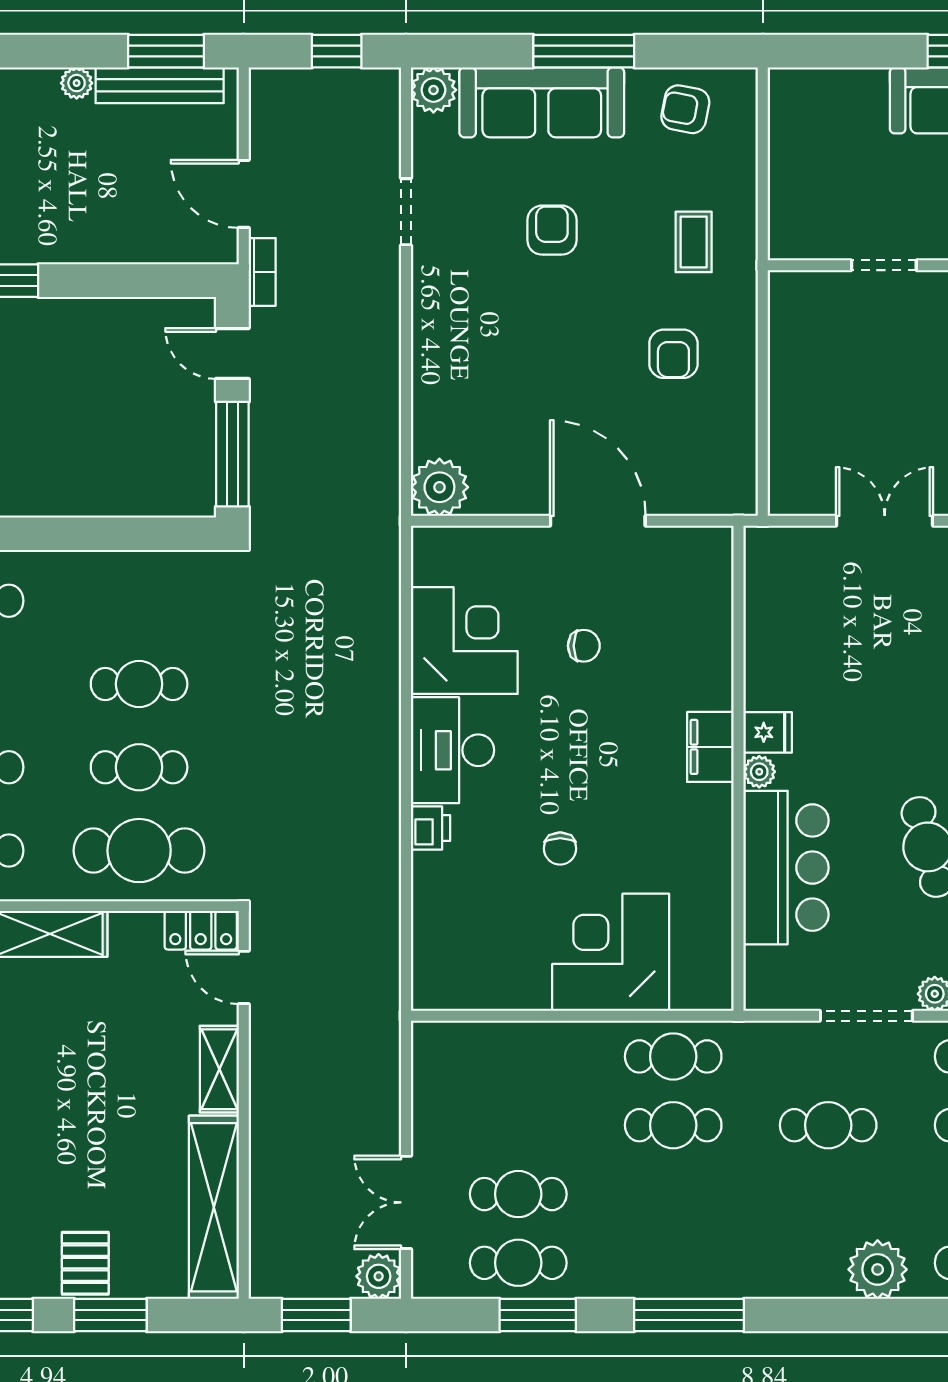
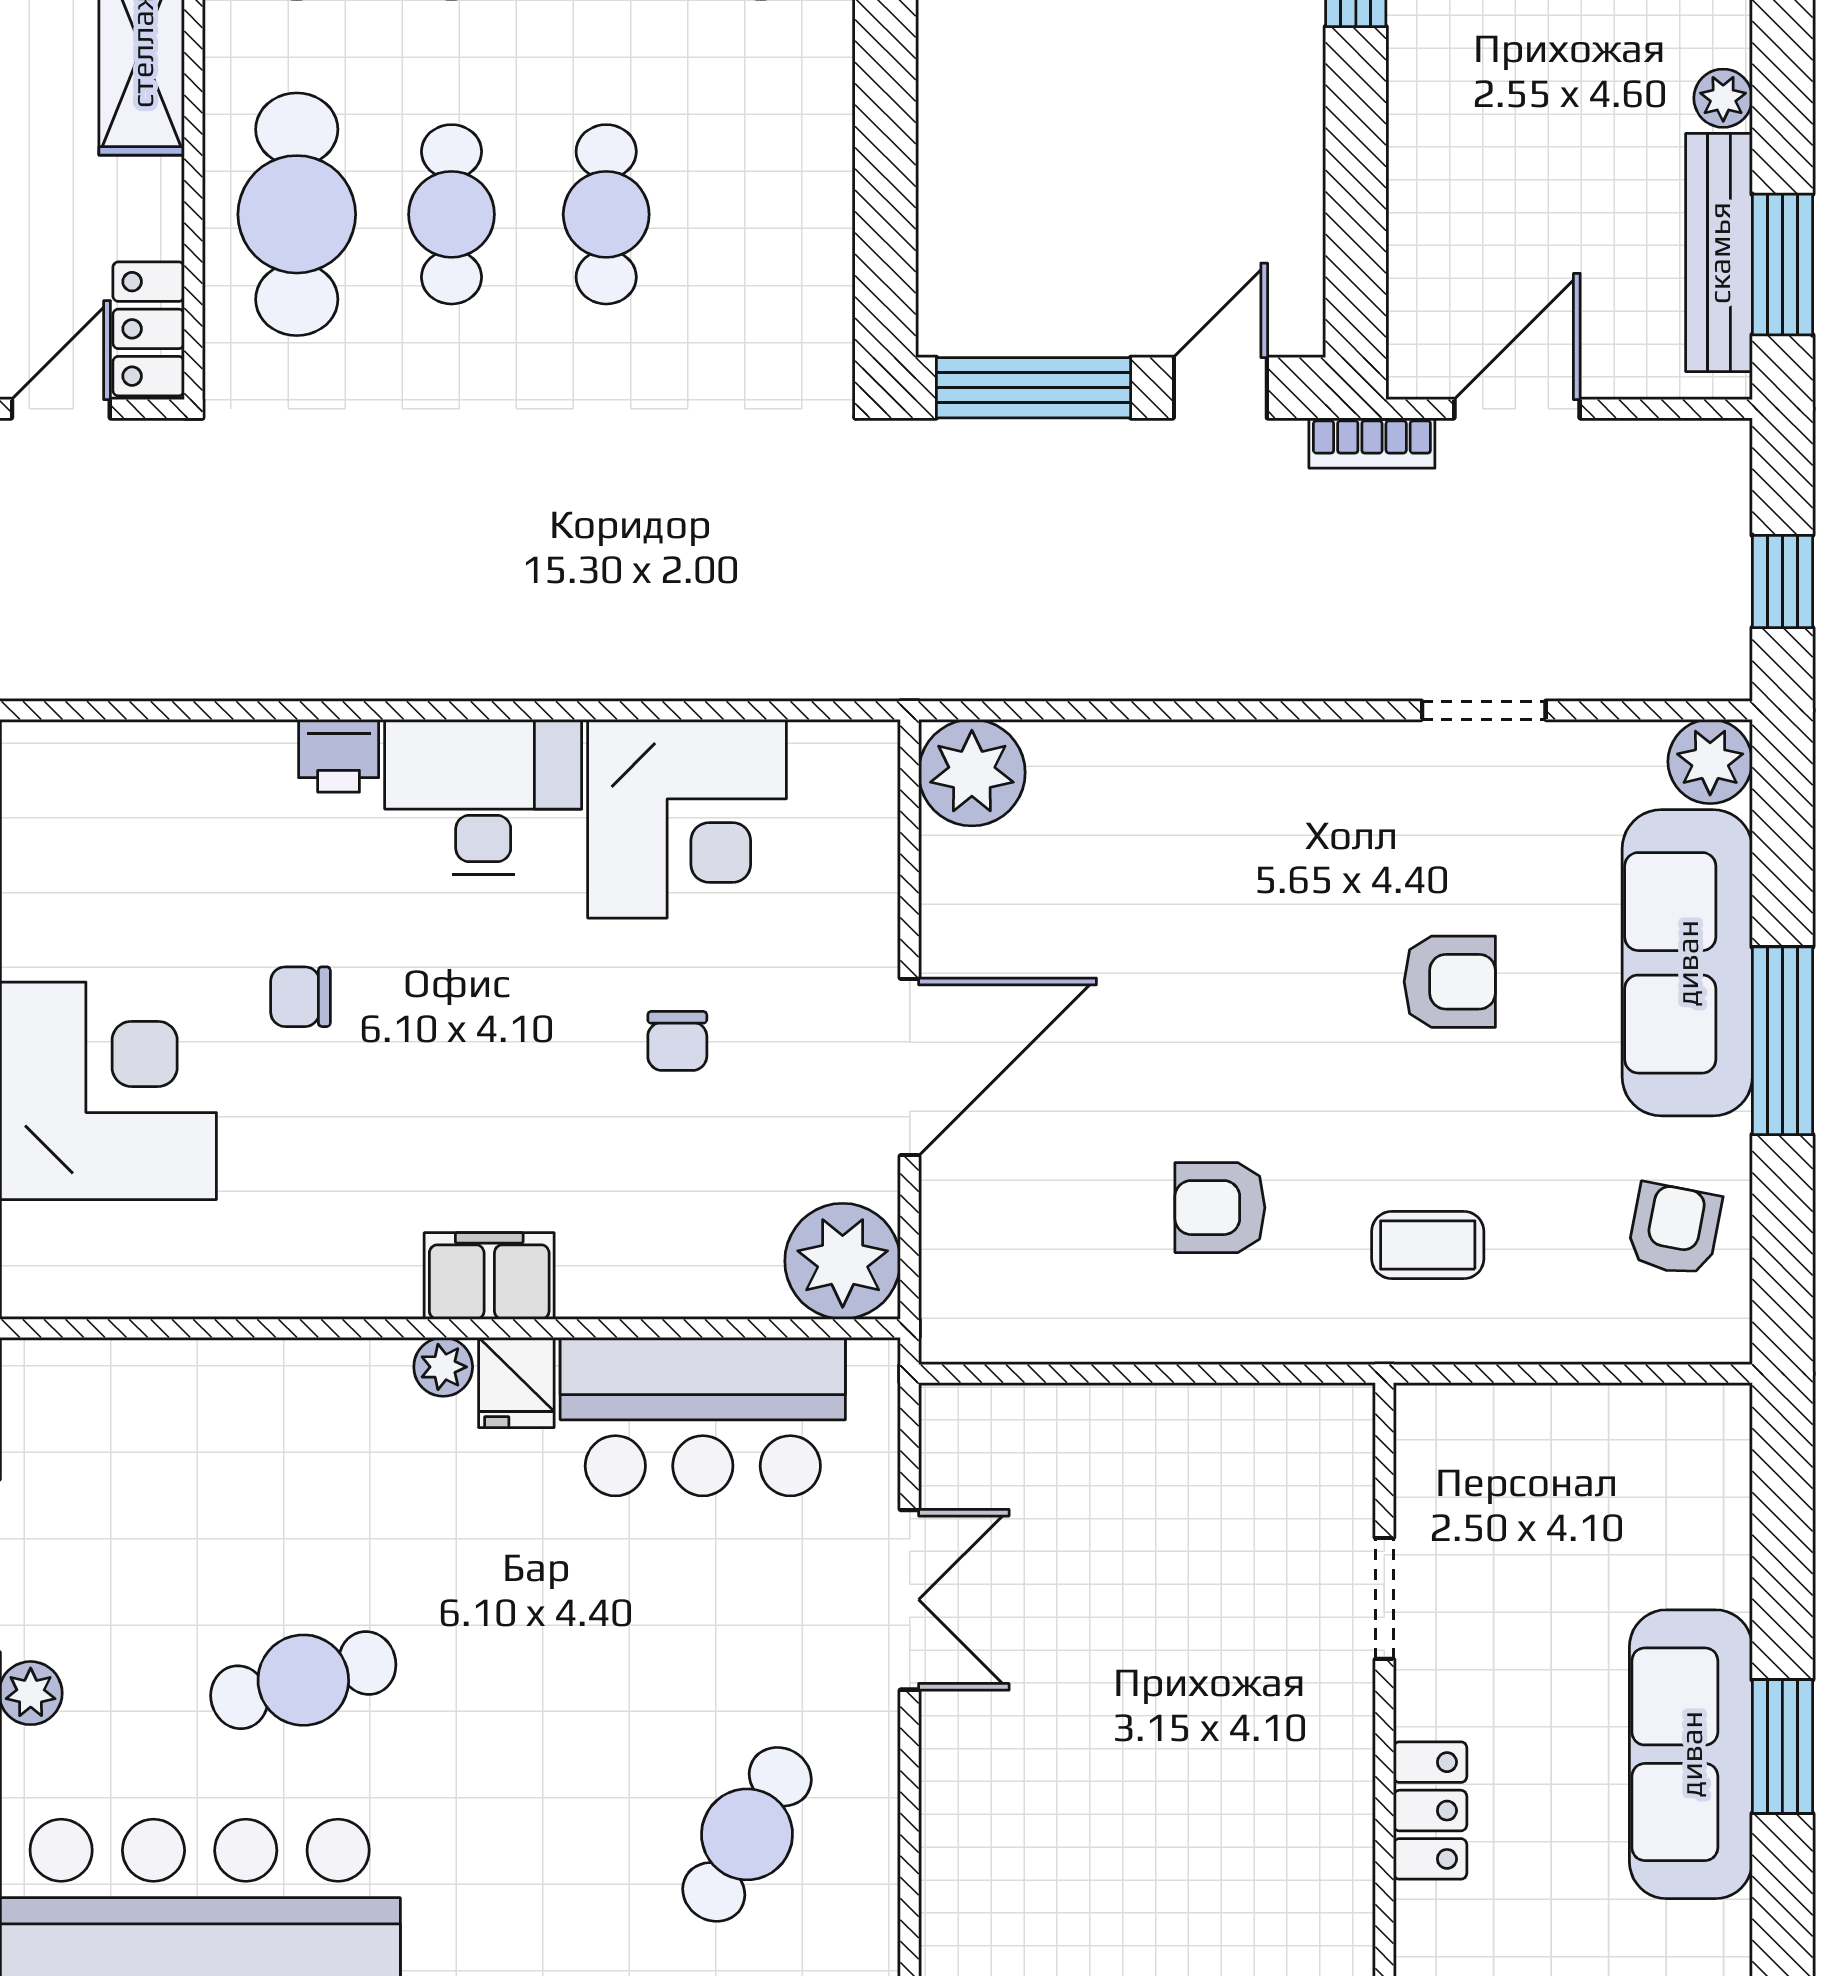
plant: (702, 557) -> (843, 1261), added
bar counter: (786, 868) -> (703, 1417), moved

